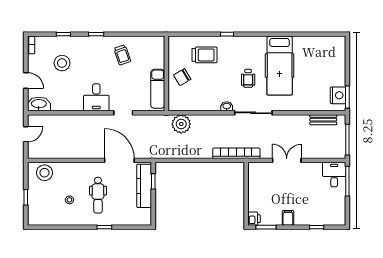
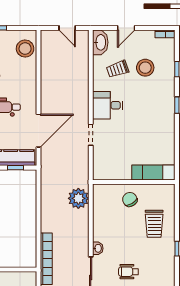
trolley: (122, 55) -> (118, 69), moved
exam couch: (158, 89) -> (153, 173), moved

